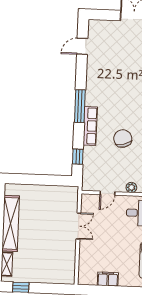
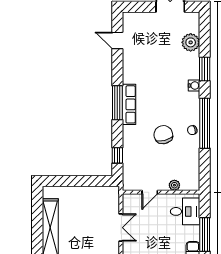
door: (82, 46) -> (117, 40), hinge flipped
row of seats: (90, 126) -> (129, 104), moved

